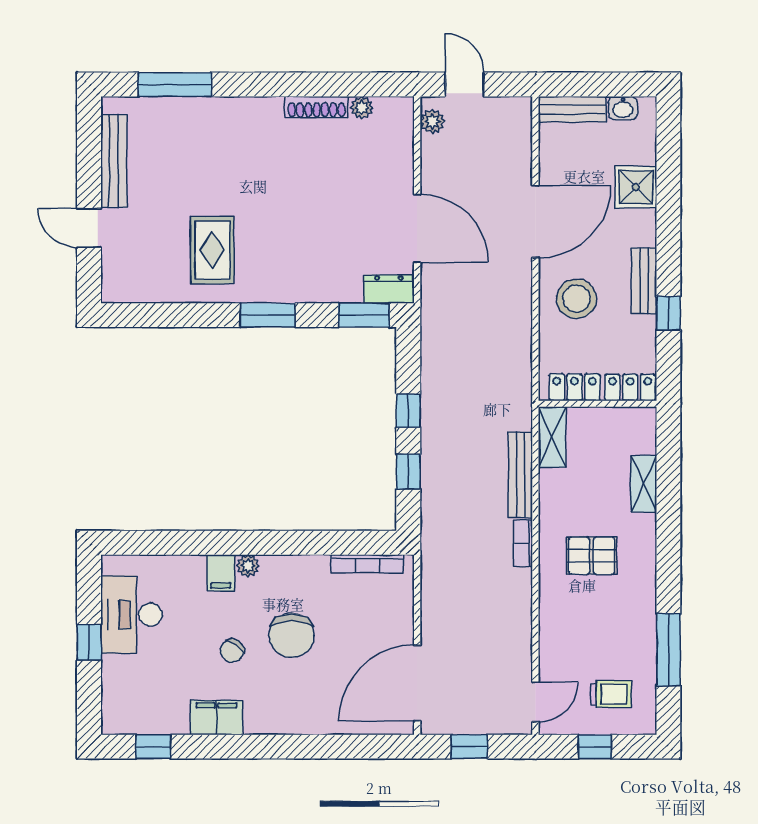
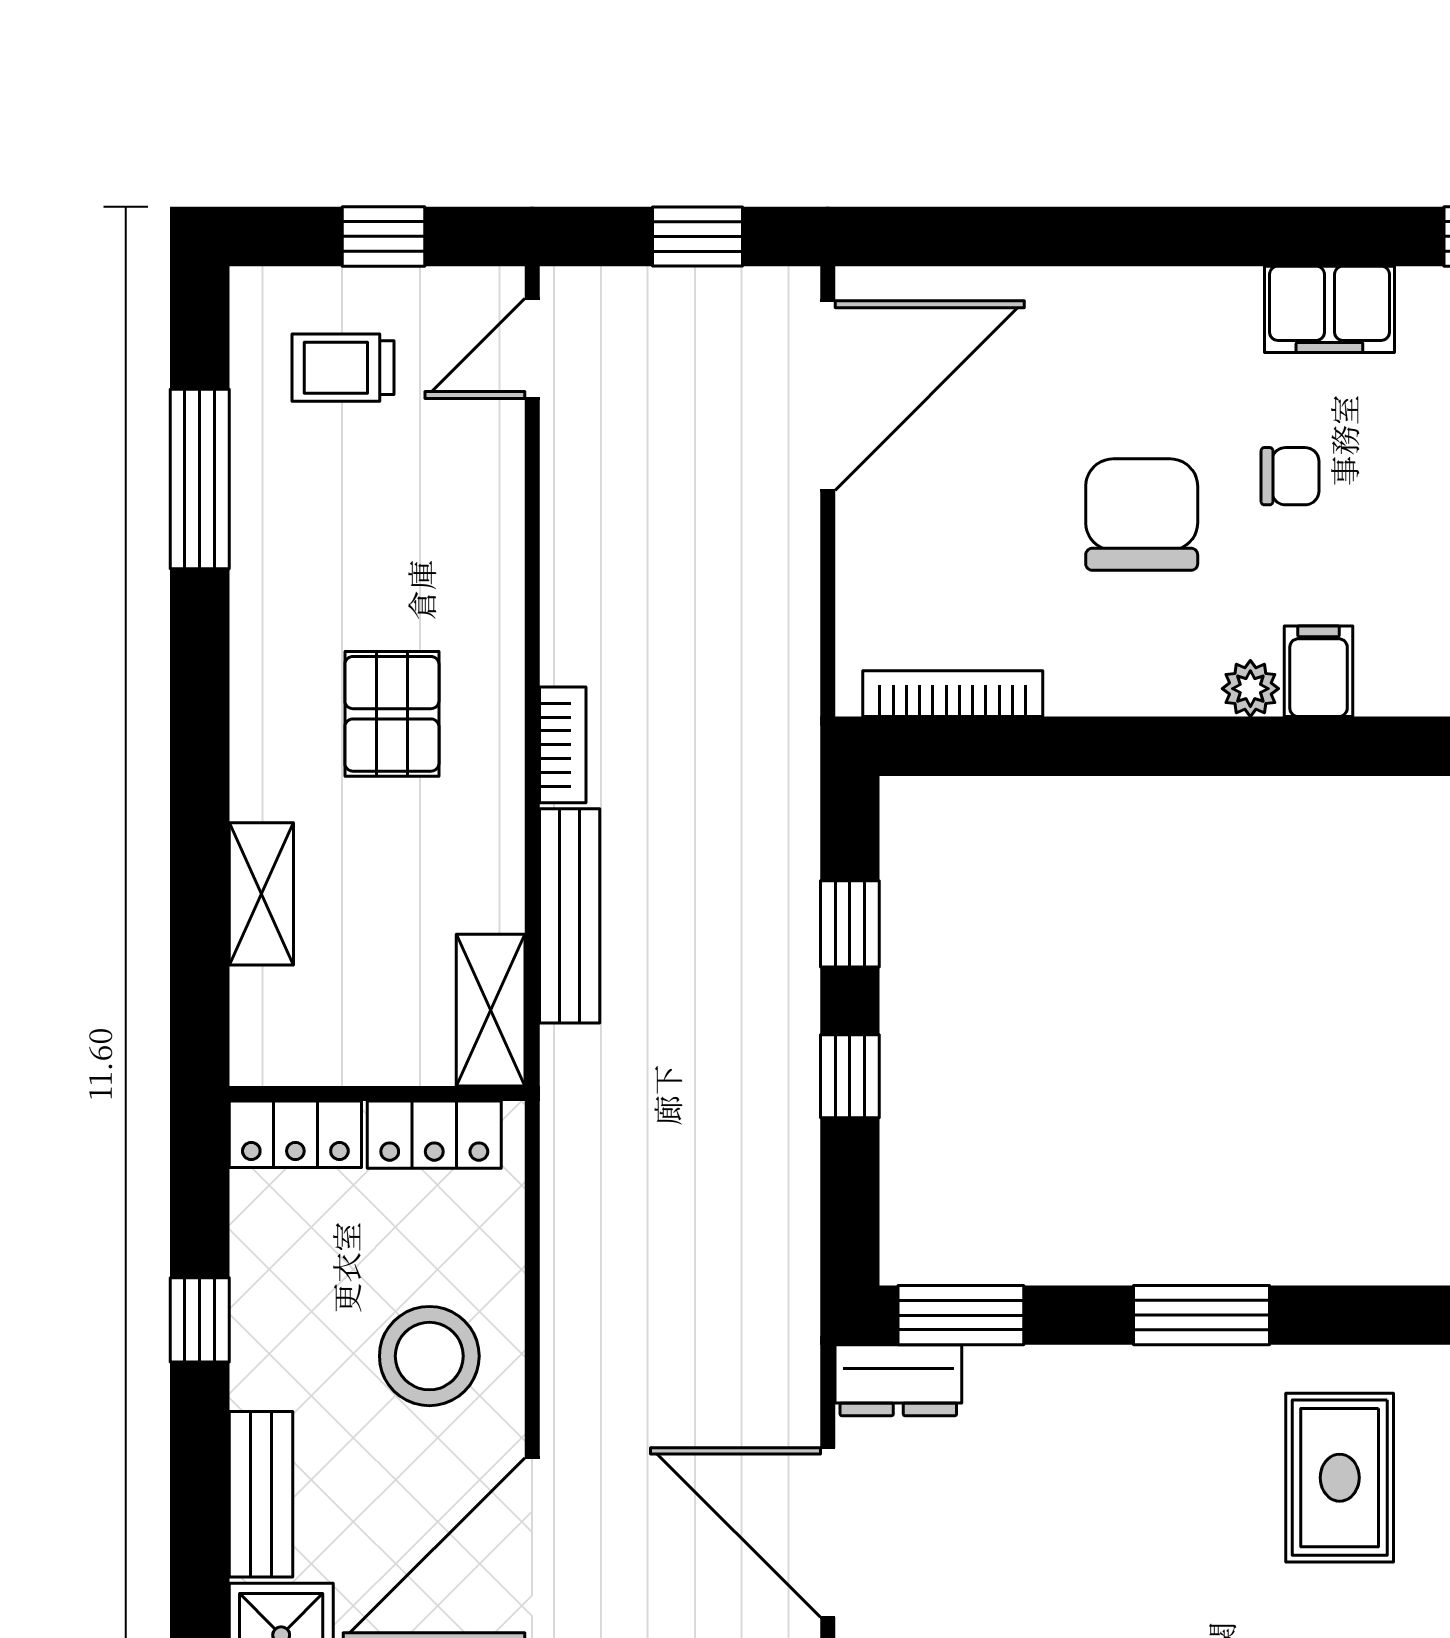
bench: (644, 281) -> (261, 1494), moved
pallet: (591, 556) -> (392, 714), turned 90
chair: (232, 651) -> (1290, 476), turned 53

